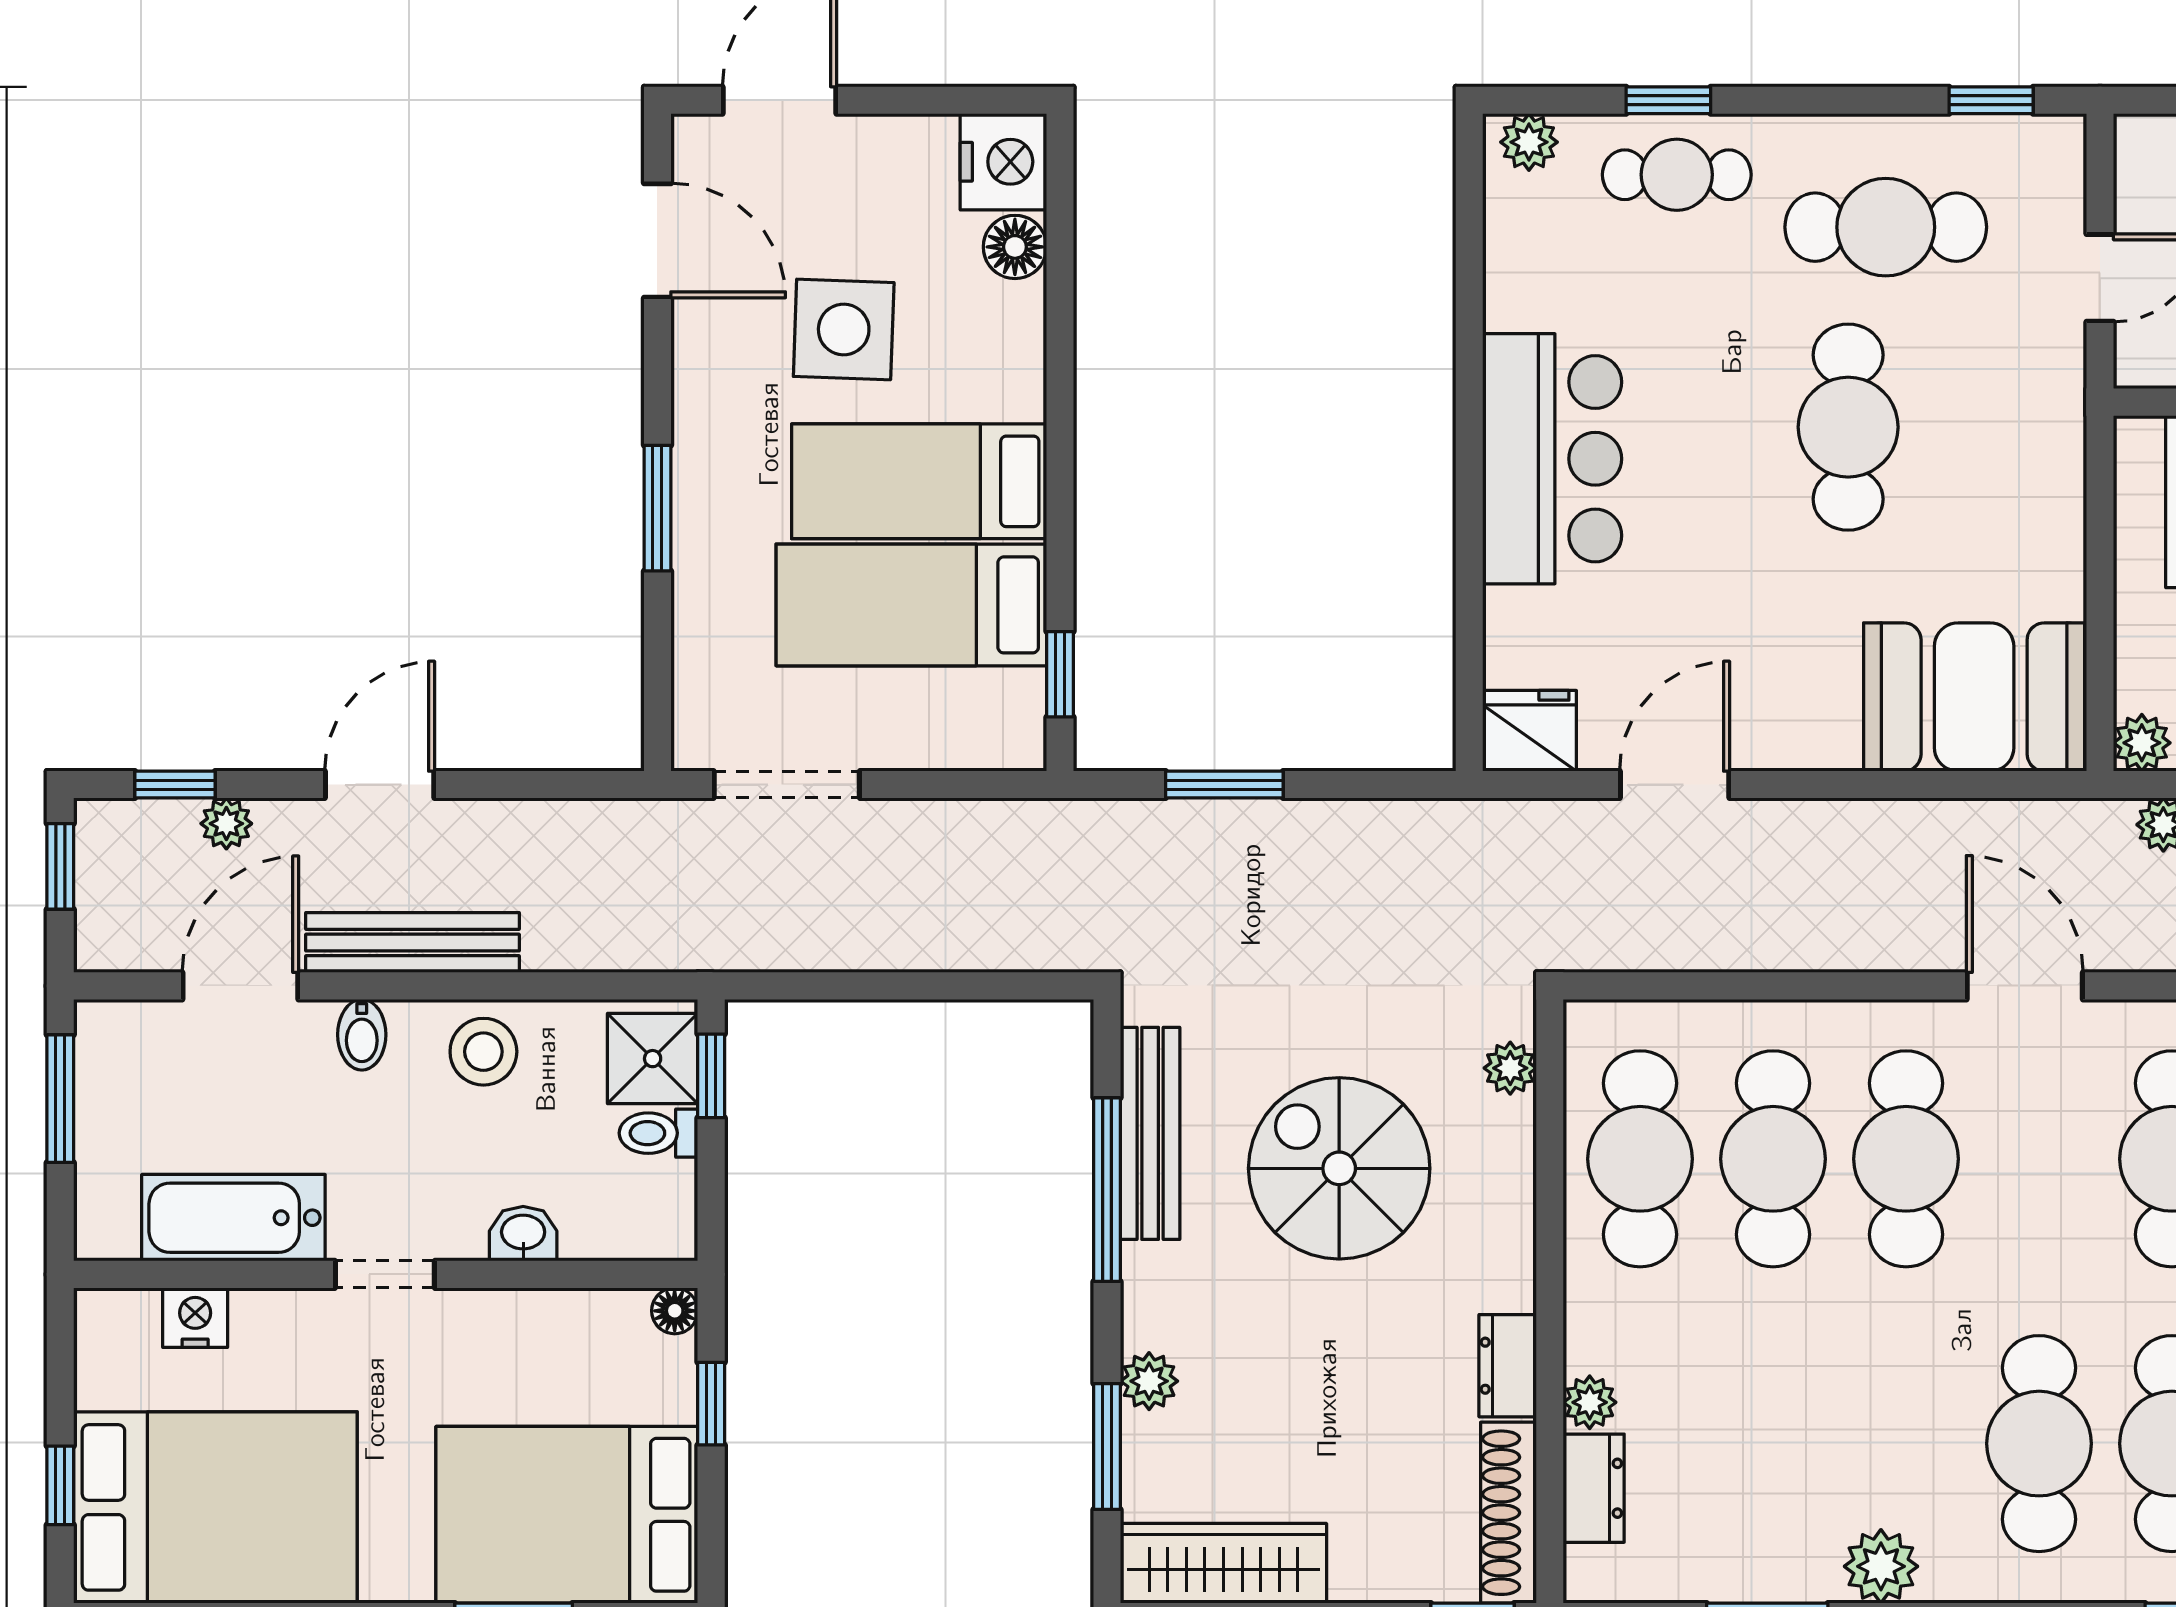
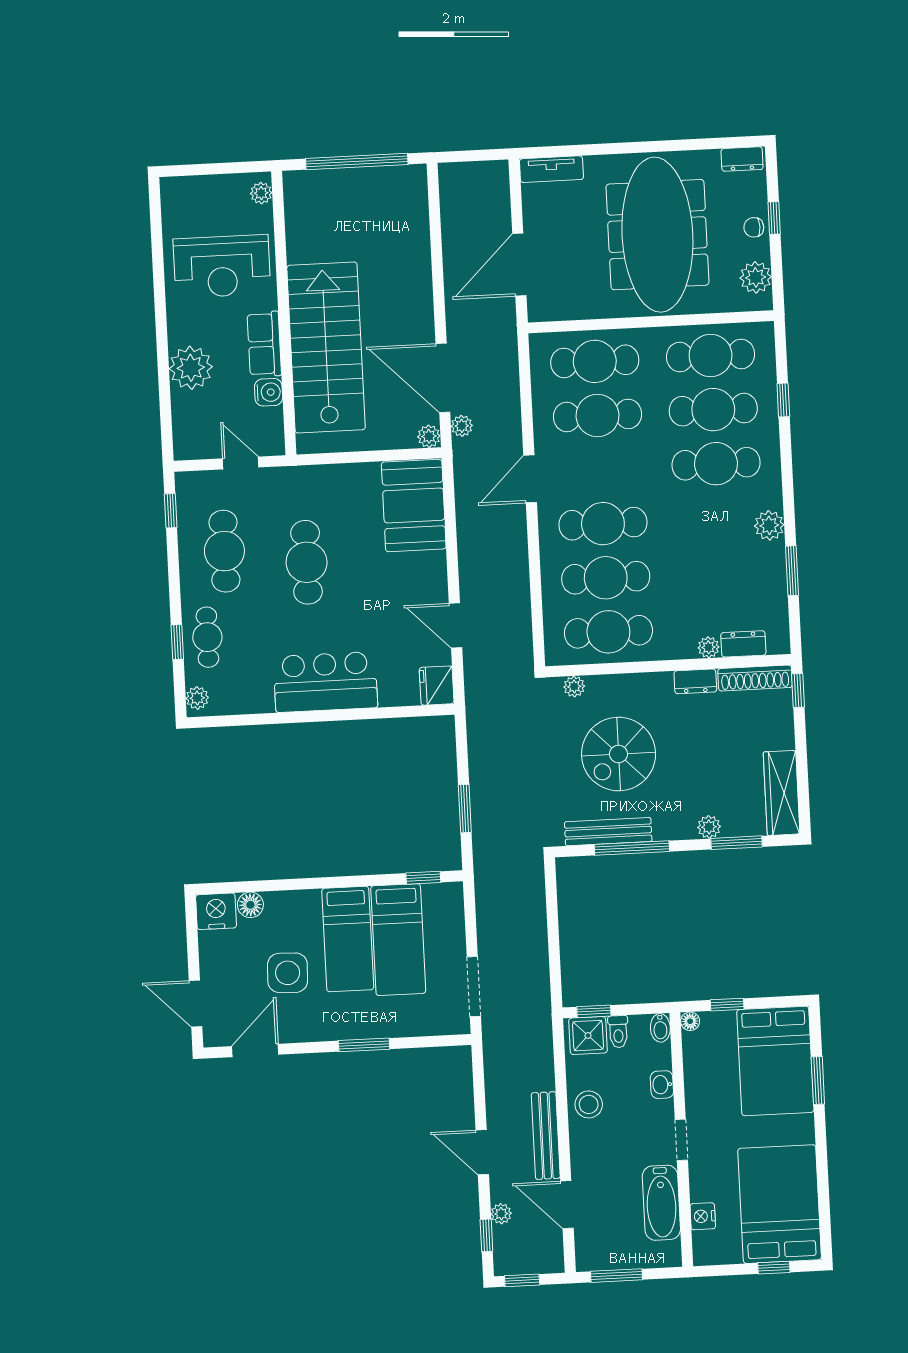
cafe table: (1848, 427) -> (307, 562), turned 90
bidet: (362, 1035) -> (660, 1028), moved, turned 90

